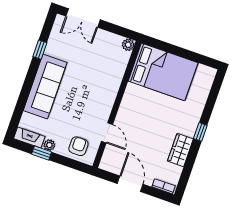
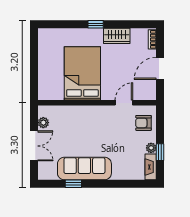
double door: (83, 18) -> (34, 146), moved
plant: (128, 45) -> (43, 123), moved
bed: (163, 72) -> (82, 73), moved
sofa: (45, 86) -> (84, 169), moved

